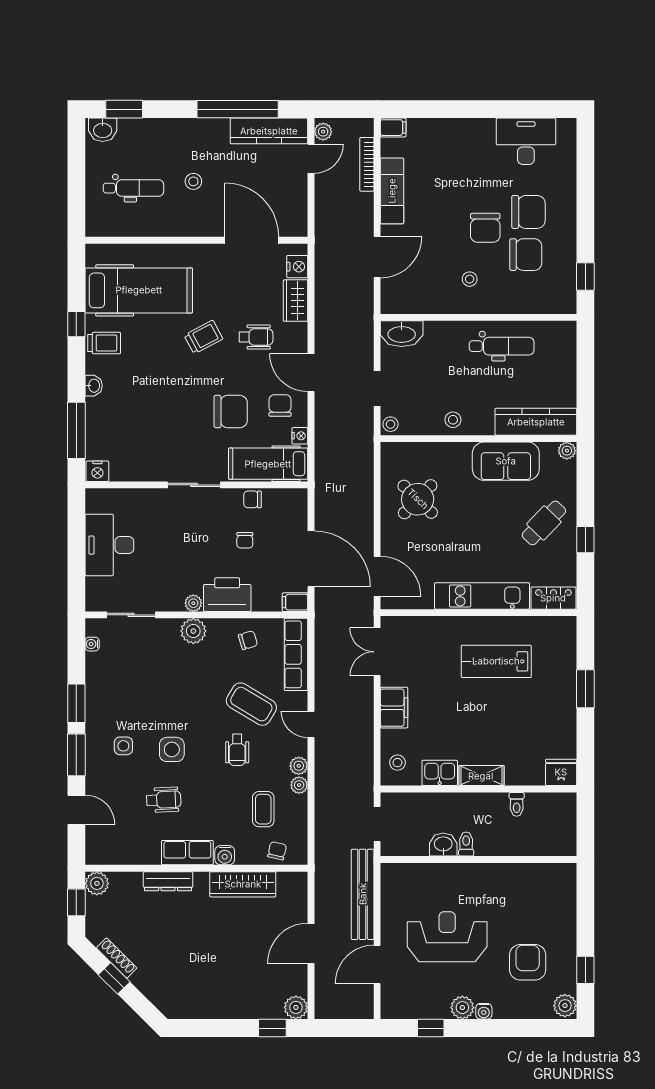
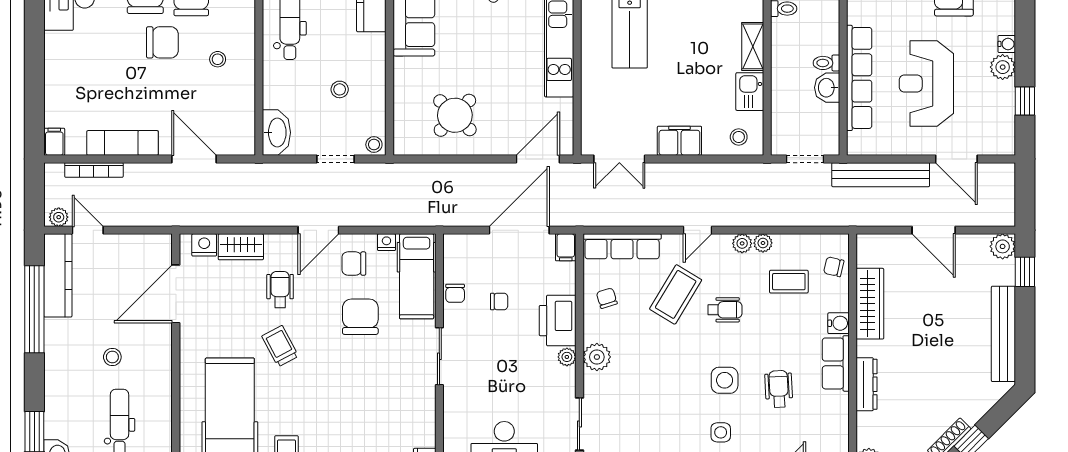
stool: (453, 420) -> (340, 89), moved
row of seats: (452, 874) -> (859, 78), added
bench: (215, 1008) -> (1003, 334), added

